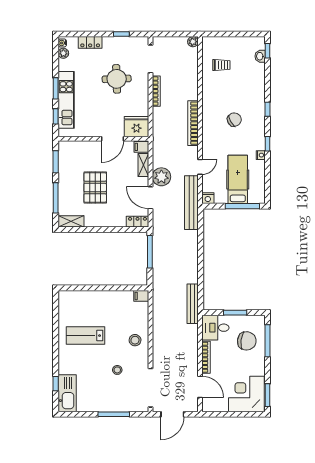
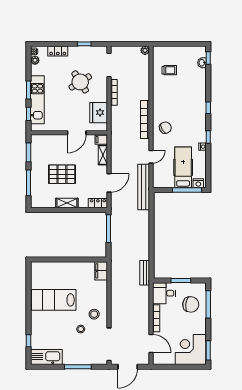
round table: (117, 79) -> (80, 82), turned -30
chair: (234, 120) -> (165, 128), moved
fridge: (137, 127) -> (99, 113), moved, turned -90
plant: (161, 177) -> (118, 165), removed
pallet: (95, 188) -> (62, 174), turned 90
door: (150, 198) -> (109, 183), swing flipped
nightstand: (208, 198) -> (198, 183), moved
shelving: (71, 221) -> (67, 203), moved
filing cabinet: (141, 296) -> (101, 271), width x2.00
bench: (193, 304) -> (145, 273), width x0.73
lab bench: (85, 336) -> (54, 300), width x1.36, depth x1.39
stool: (135, 340) -> (94, 314), moved
kitchen sink: (67, 393) -> (46, 357), moved, turned -90

